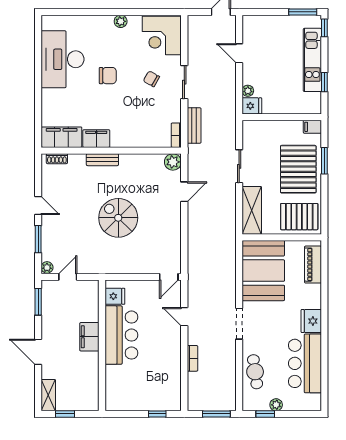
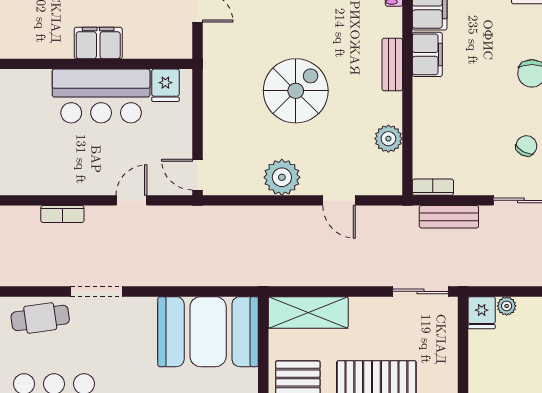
plant: (173, 162) -> (388, 139), moved
sliding door: (239, 166) -> (420, 291), moved
plant: (170, 226) -> (282, 177), added
doorway: (239, 324) -> (97, 291), moved

